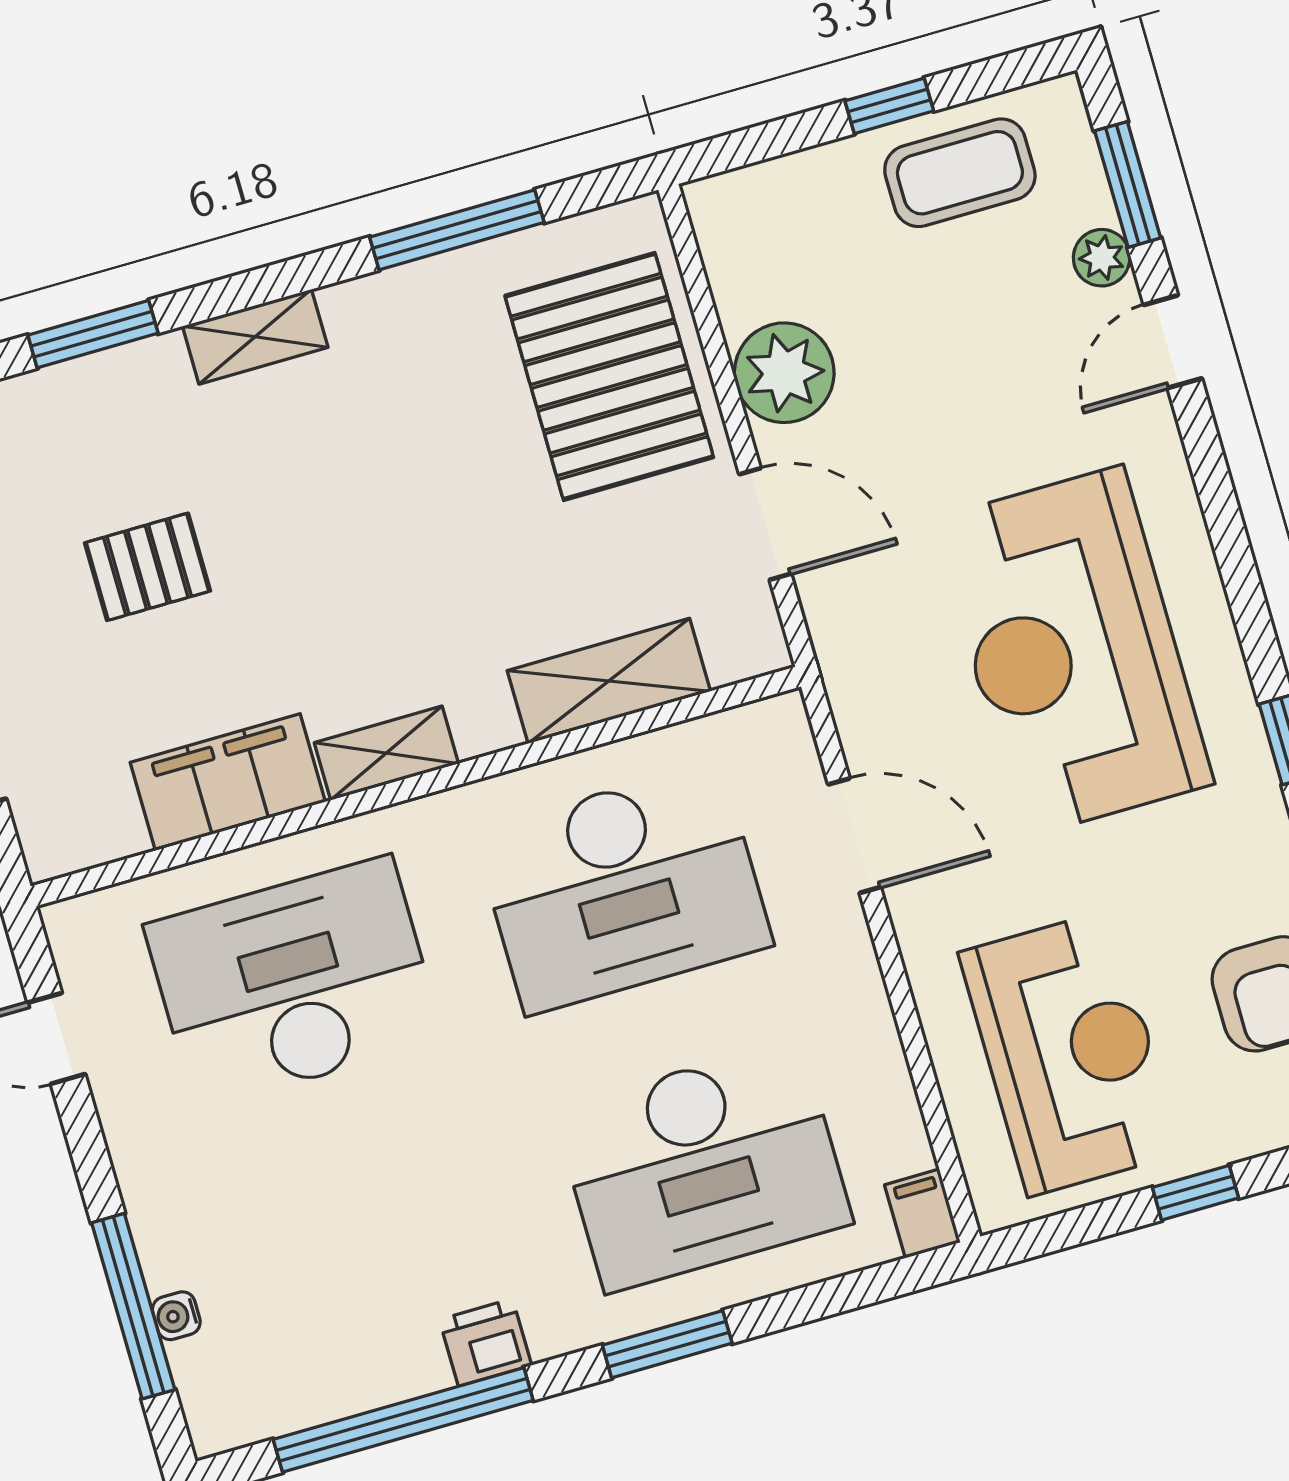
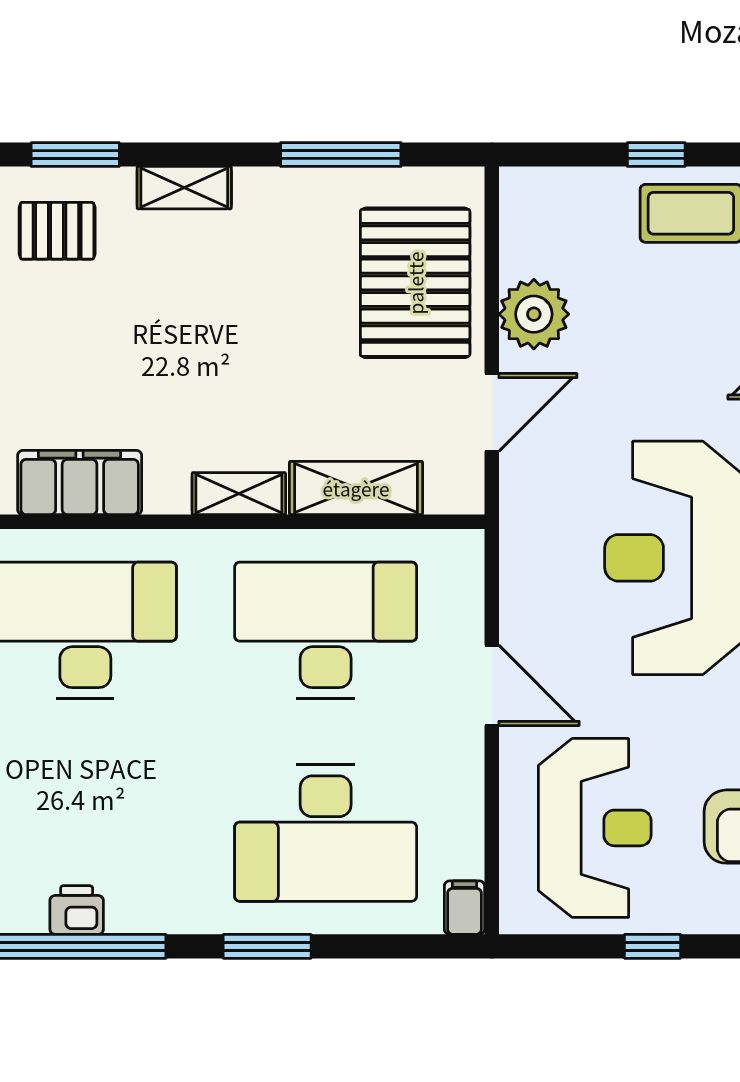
door: (765, 524) -> (492, 412), hinge flipped
pallet: (147, 567) -> (57, 231), moved
shelving: (386, 753) -> (239, 494), moved
door: (855, 836) -> (492, 685), moved
desk: (623, 888) -> (326, 630), turned 180
printer: (485, 1342) -> (77, 910), moved

